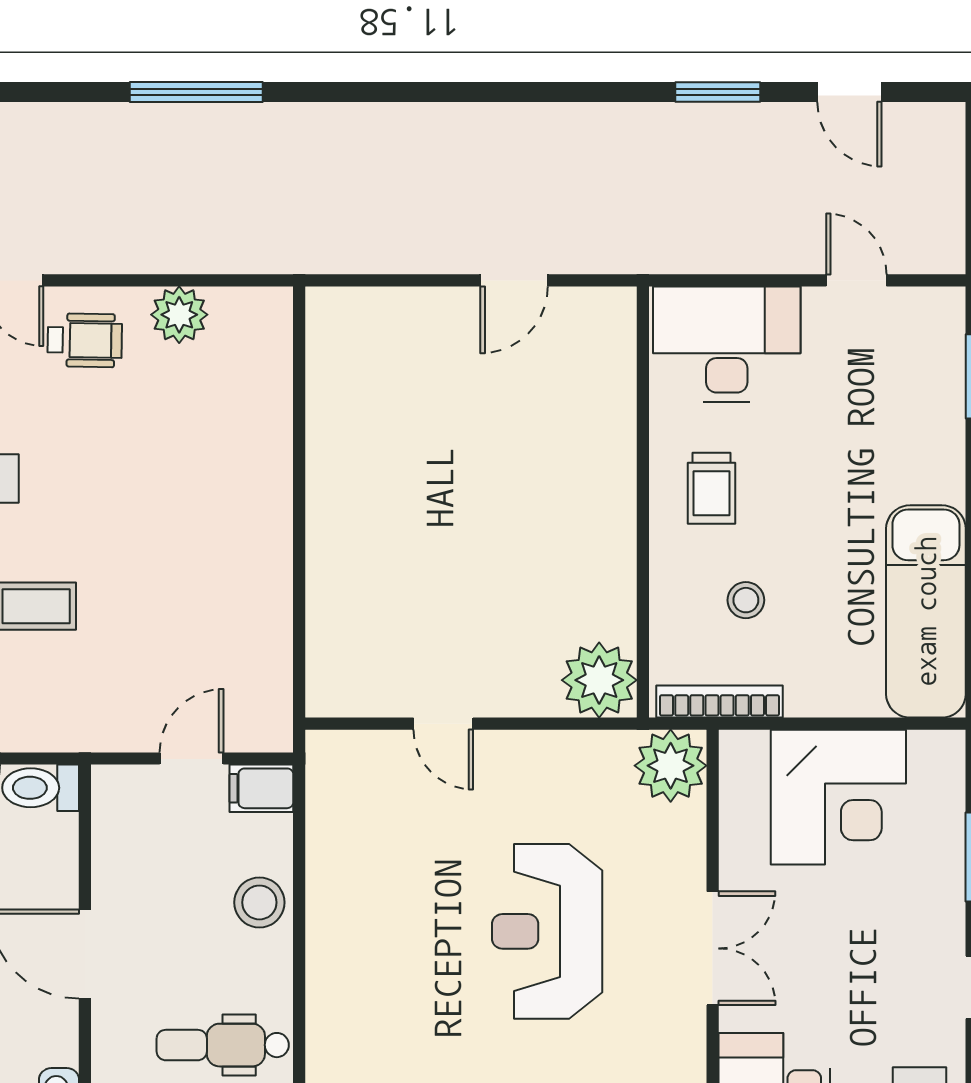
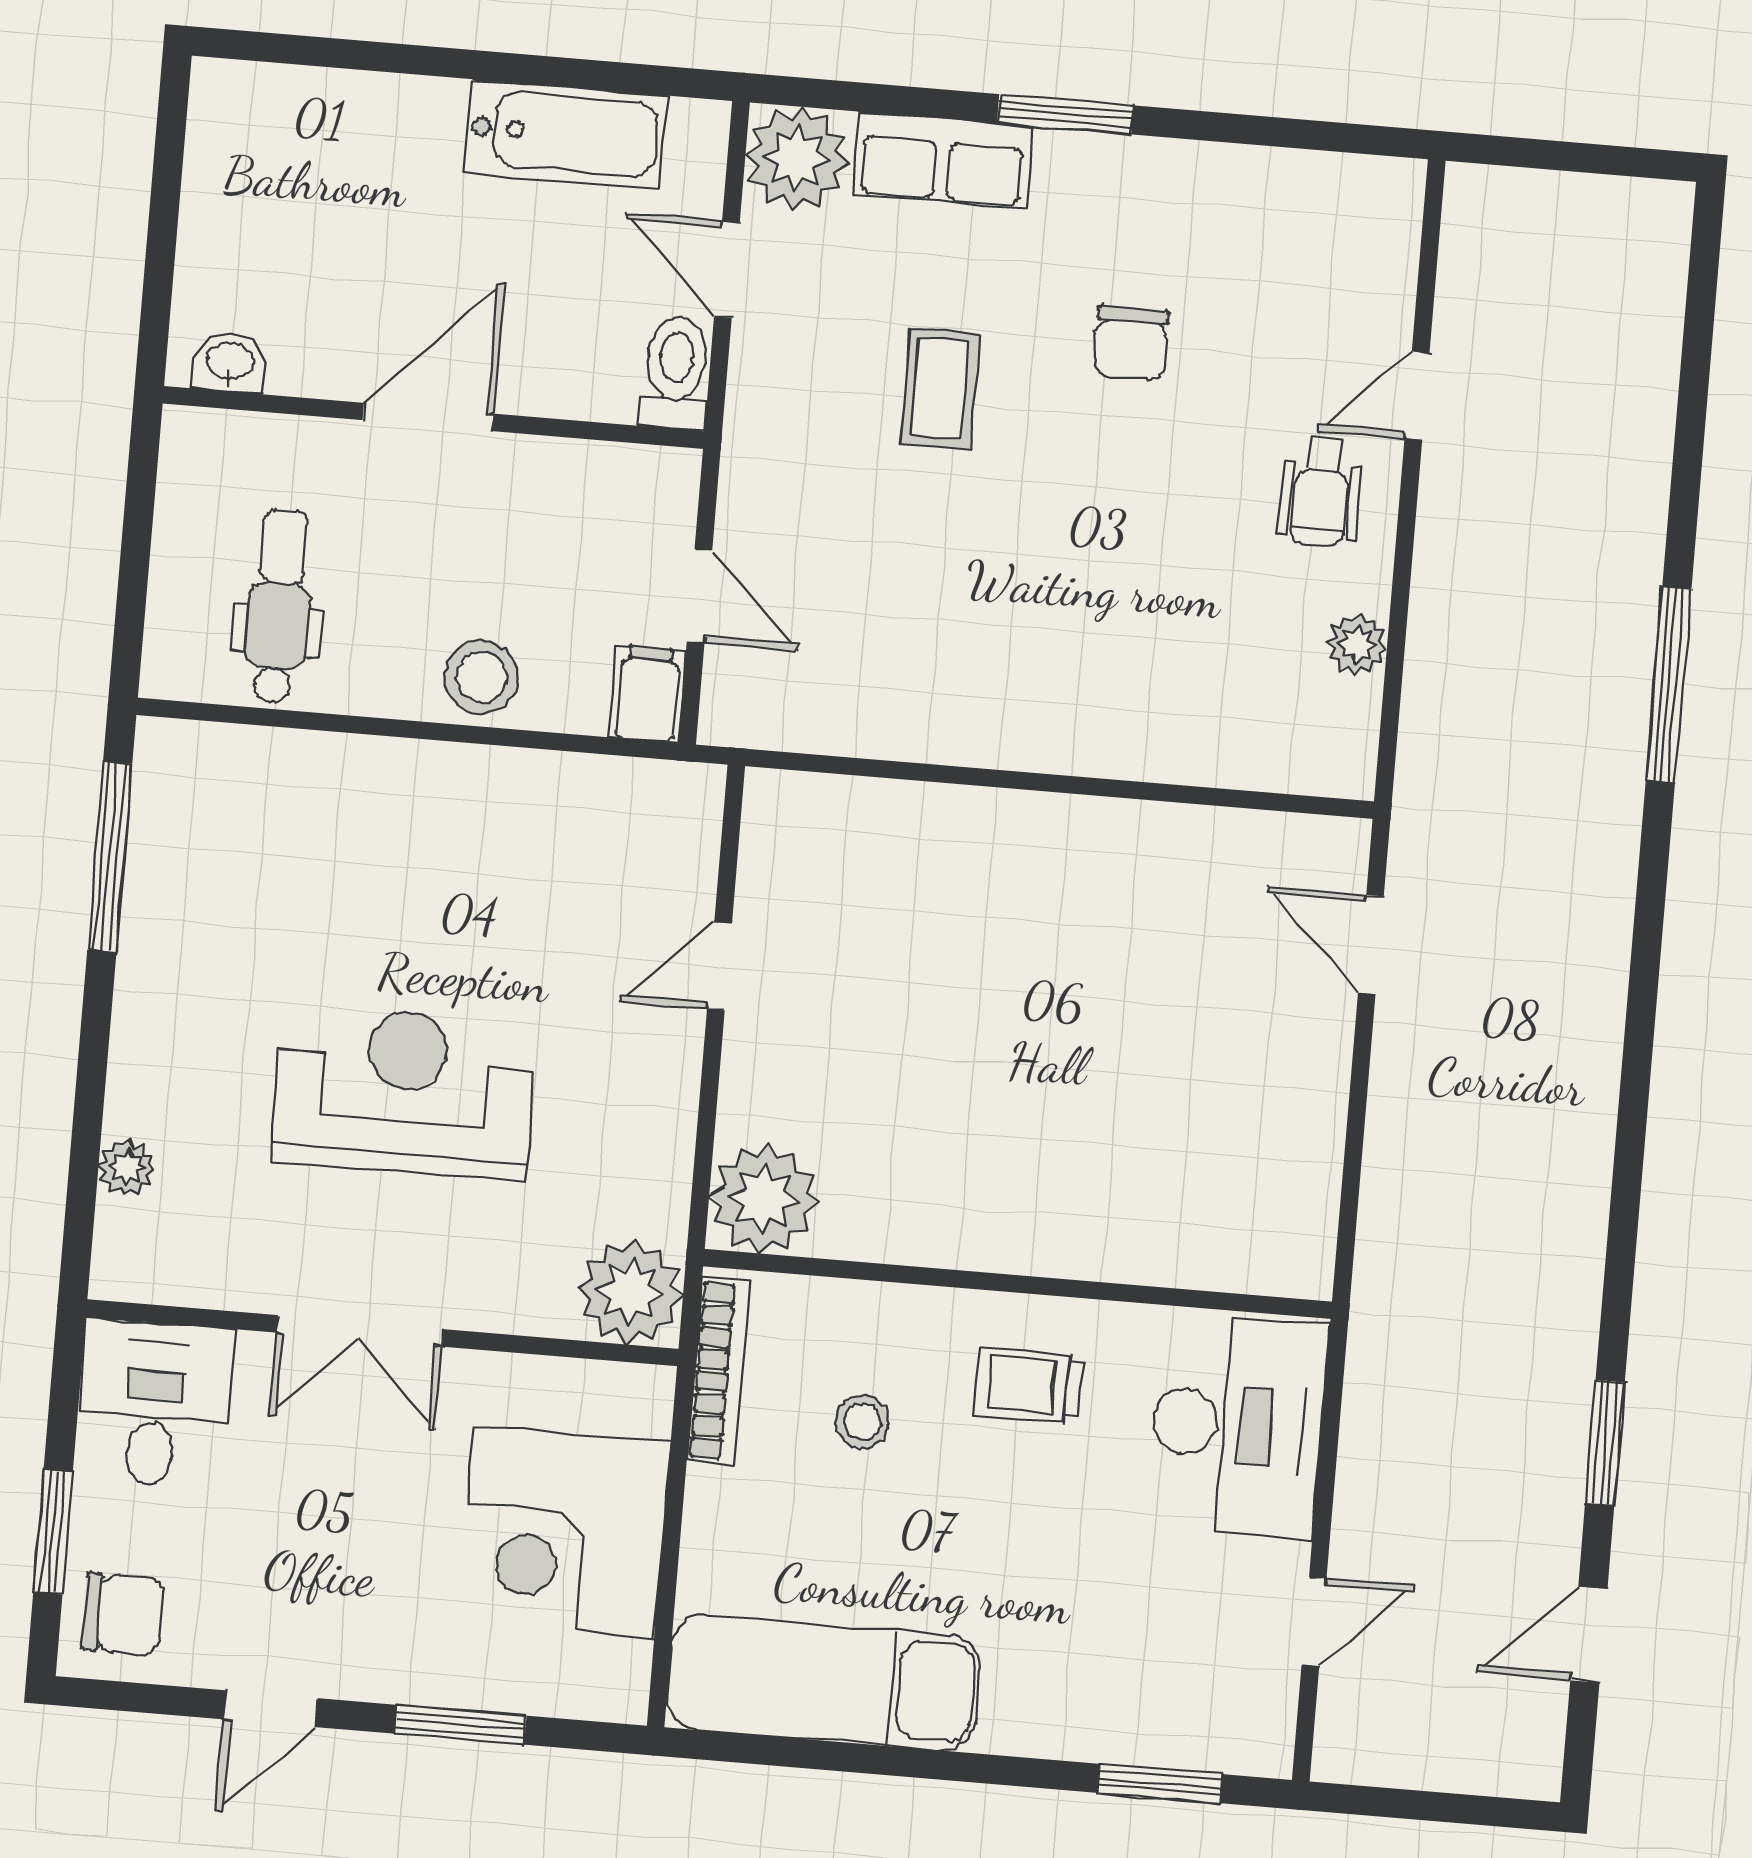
door: (514, 280) -> (1371, 945), moved
plant: (179, 315) -> (1357, 645), width x0.73, depth x0.73

